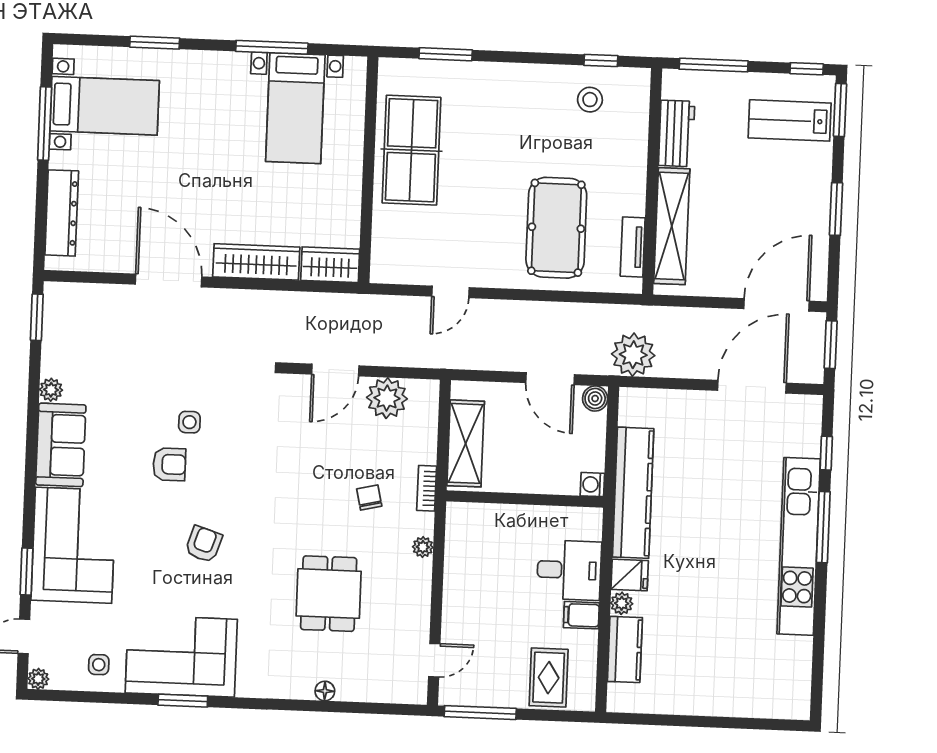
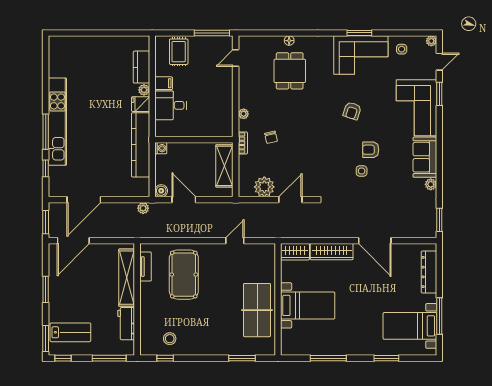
bed with nightstands: (295, 108) -> (308, 305), moved, turned 90
plant: (633, 355) -> (143, 208), width x0.53, depth x0.53
dining table: (329, 594) -> (290, 71), moved

